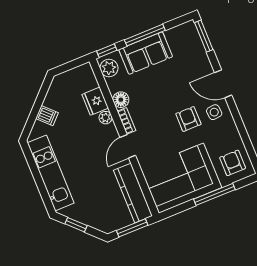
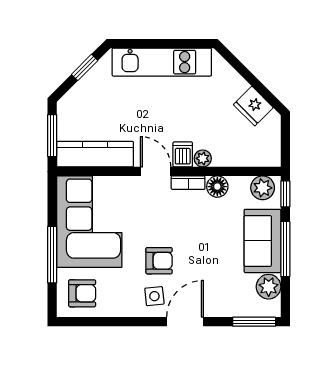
plant: (176, 36) -> (269, 287), added
fridge: (95, 101) -> (253, 106), moved, turned -135
dishwasher: (47, 116) -> (183, 154), moved, turned 135

